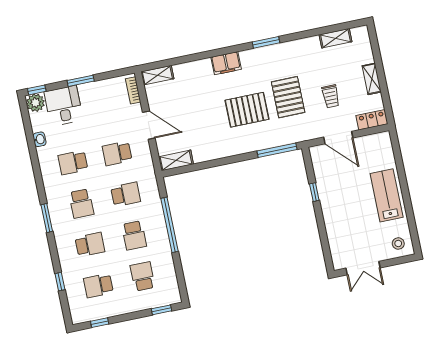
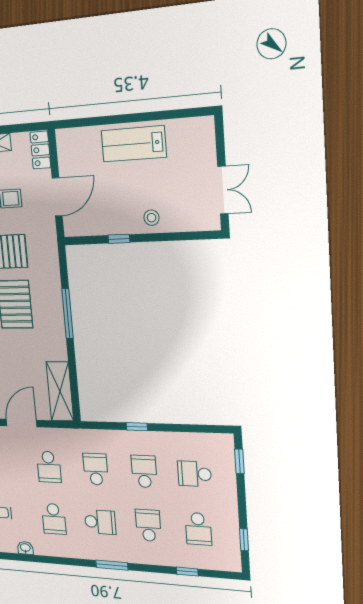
window: (277, 150) -> (68, 314), moved
shelving: (176, 160) -> (60, 391), width x1.50, depth x1.33
window: (169, 225) -> (137, 427), width x0.32
school desk: (134, 235) -> (144, 471), turned -90
stool: (398, 243) -> (151, 218), moved

